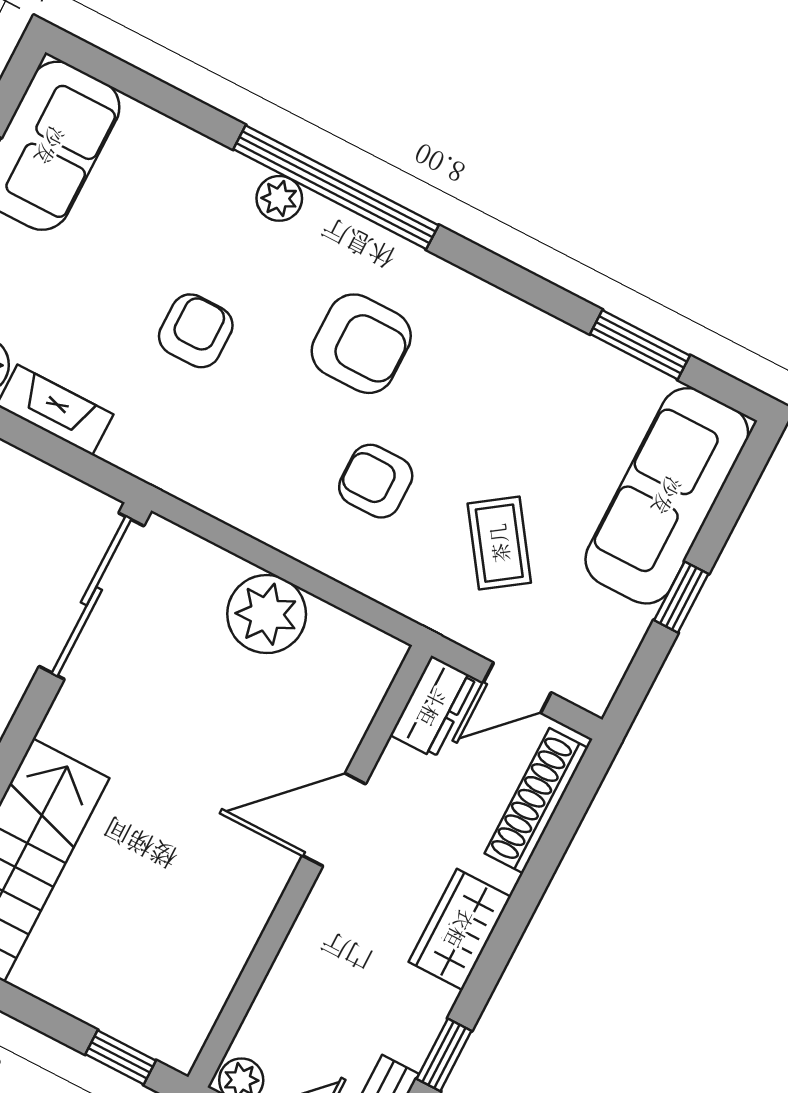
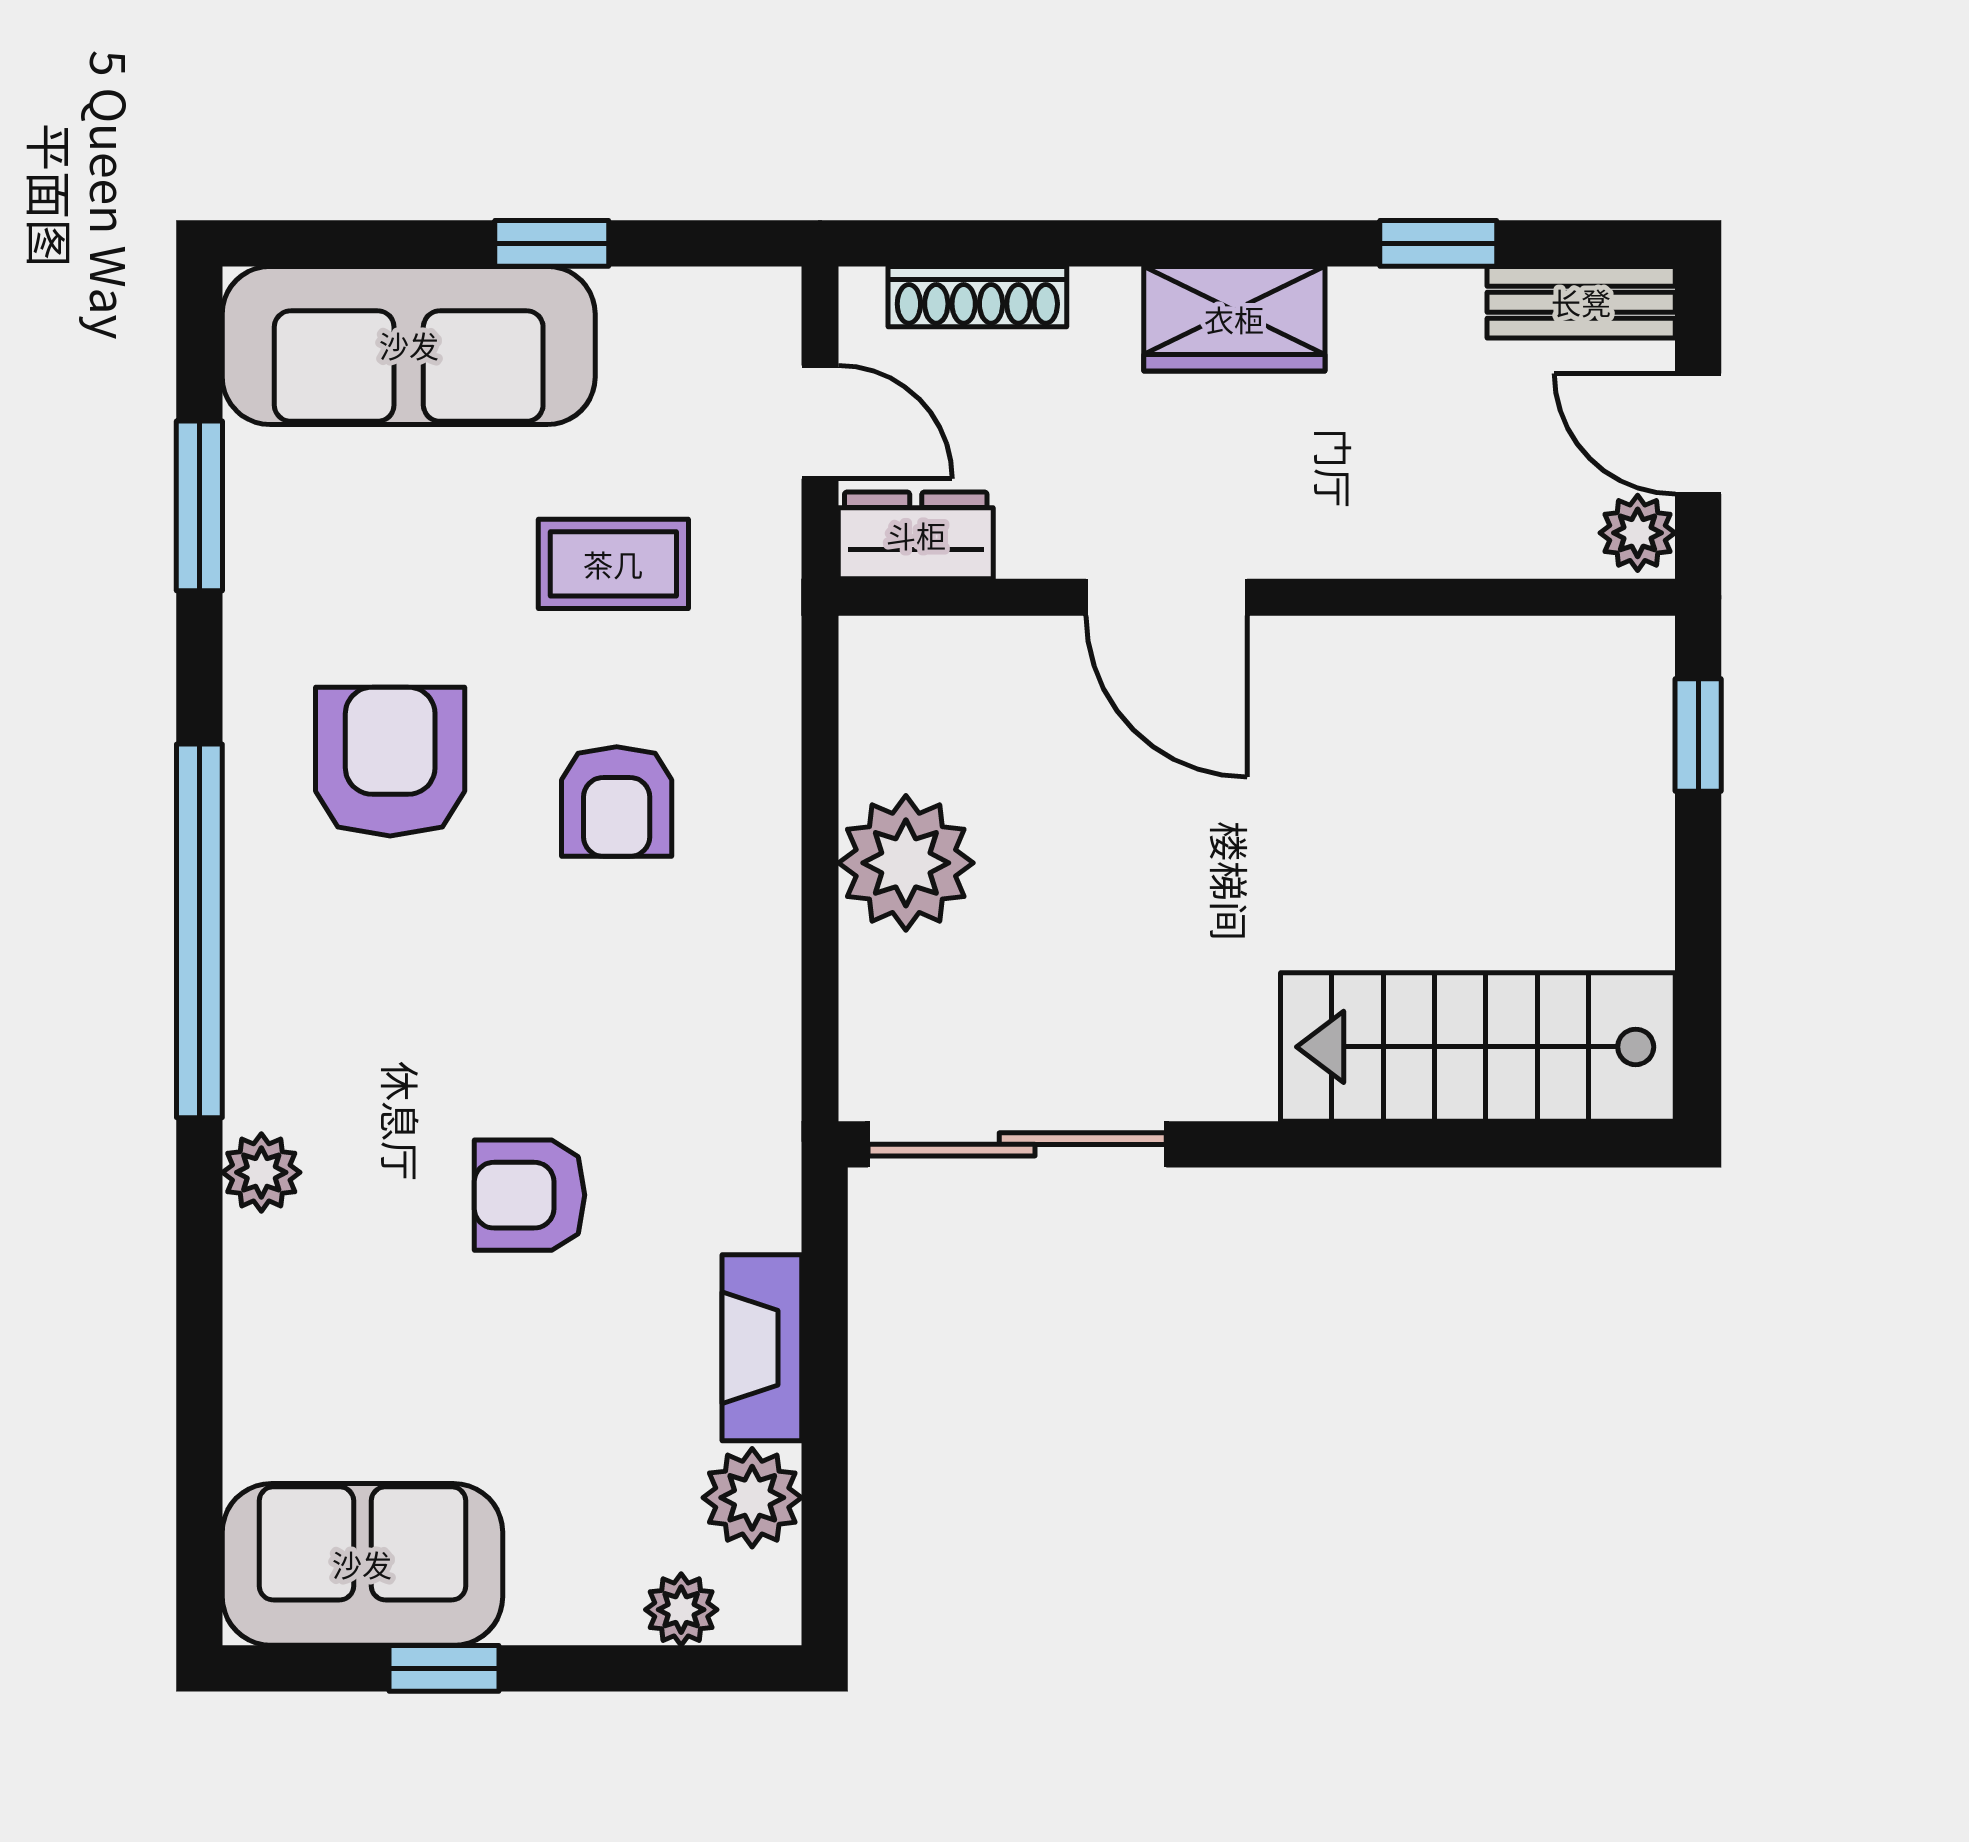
window: (336, 187) -> (199, 931), moved
armchair: (361, 344) -> (390, 762), moved
coffee table: (499, 543) -> (613, 564), turned 35
shoe rack: (536, 801) -> (977, 297), width x0.74, depth x0.81

